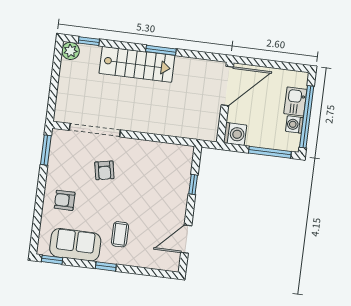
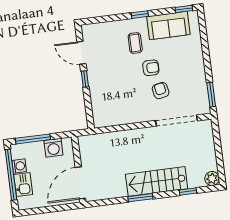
window: (89, 41) -> (188, 192), moved
washing machine: (235, 134) -> (53, 148), moved, turned -90
window: (193, 184) -> (85, 79), moved
armchair: (65, 200) -> (151, 68), moved
door: (186, 239) -> (81, 53), swing flipped

